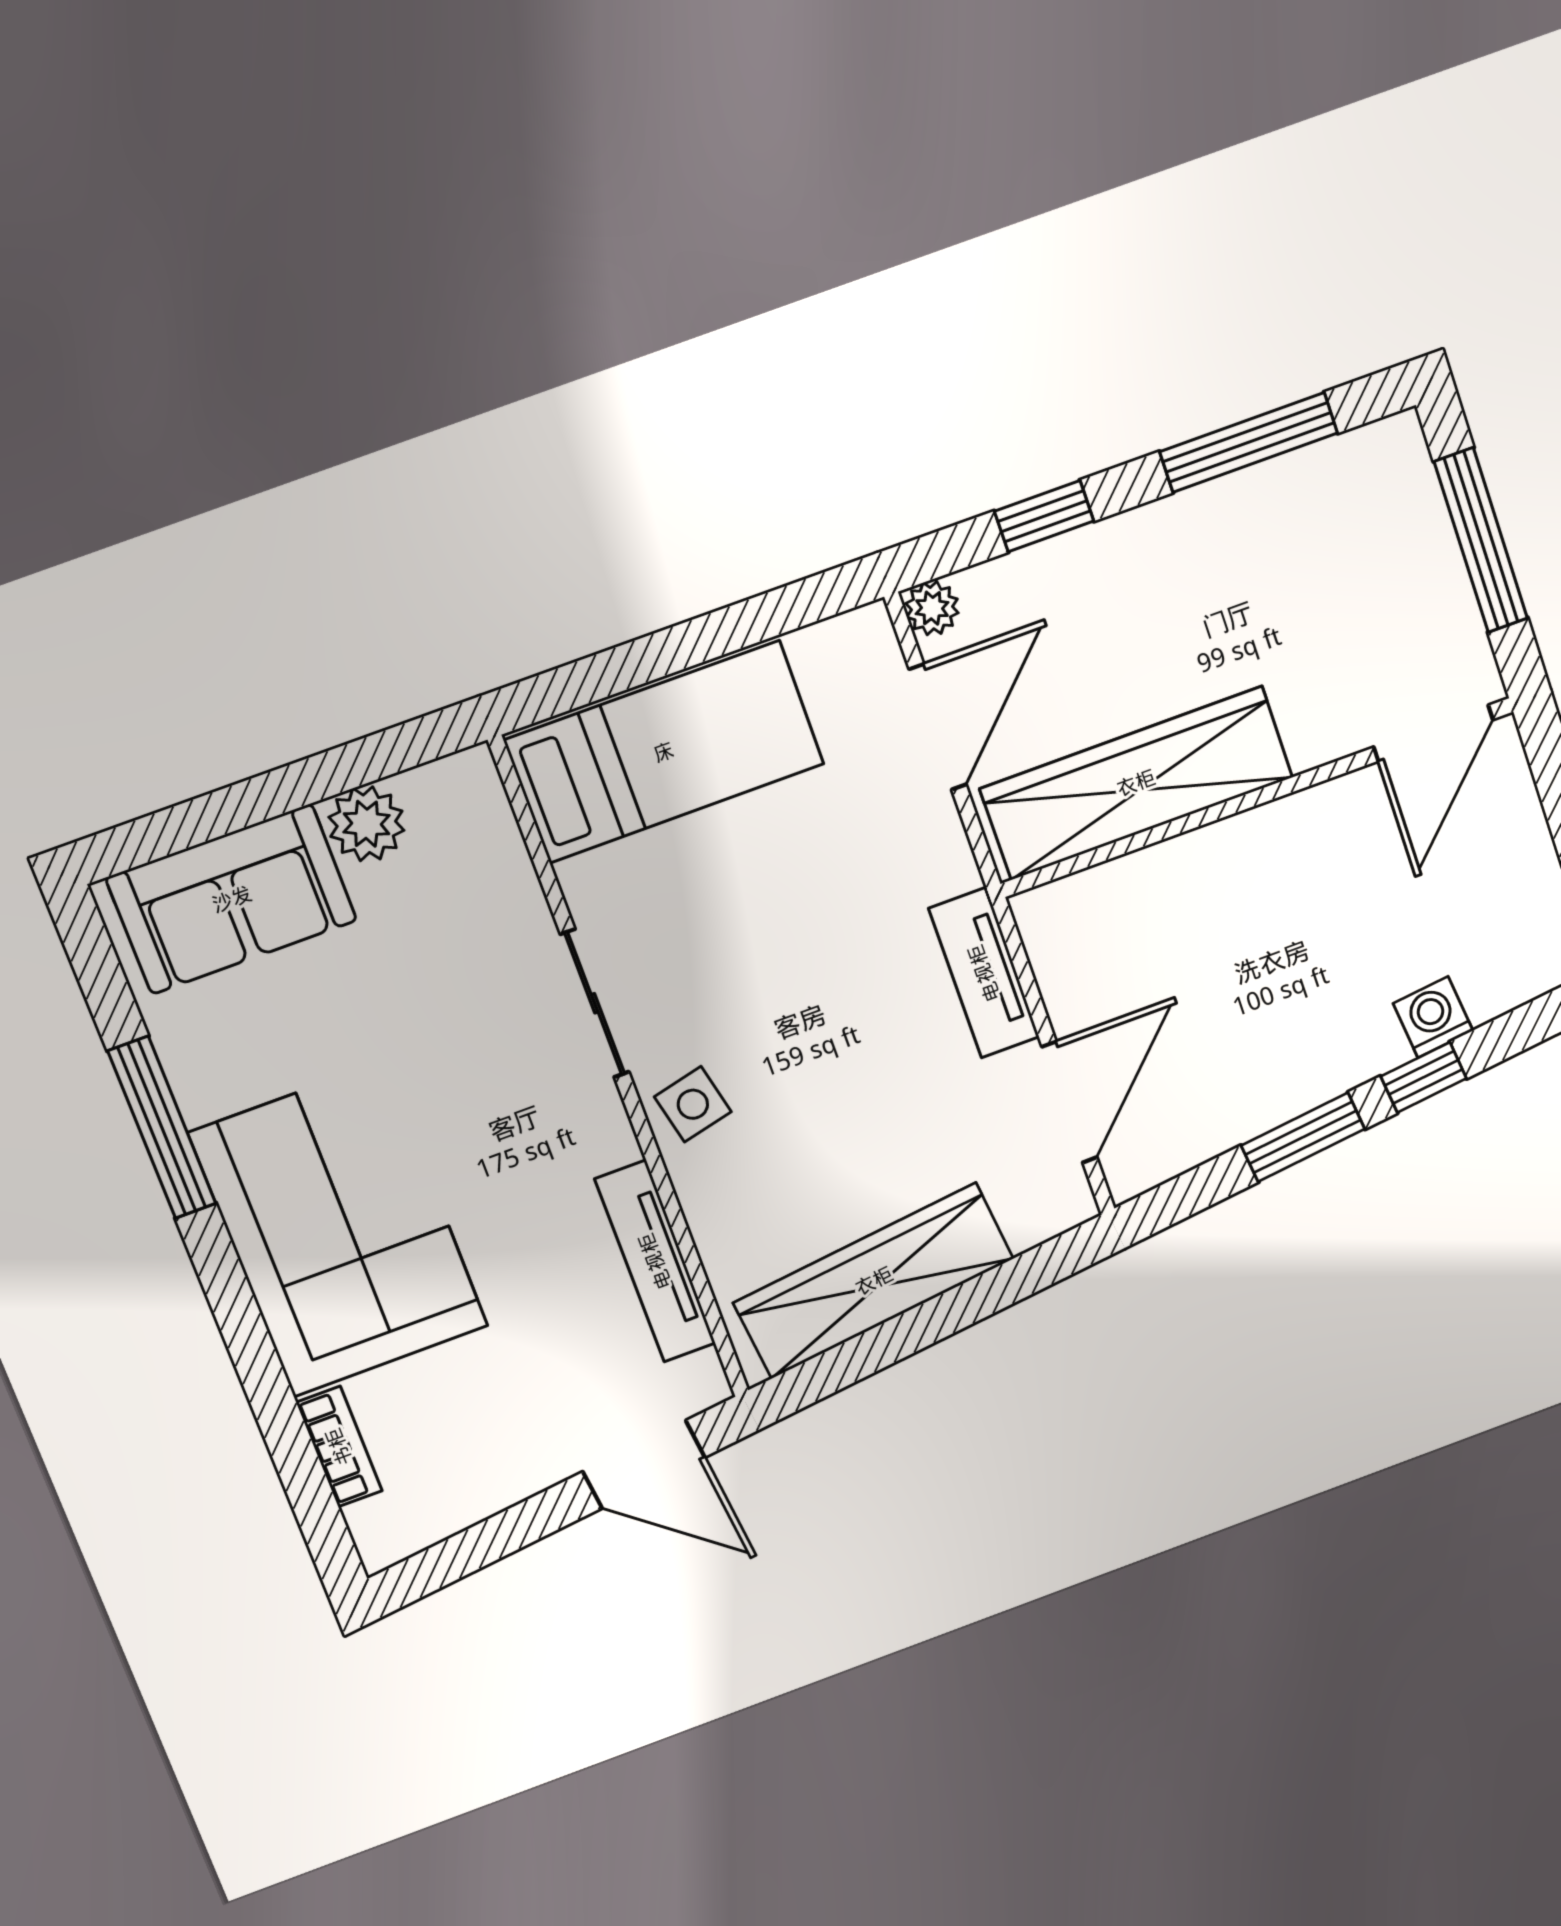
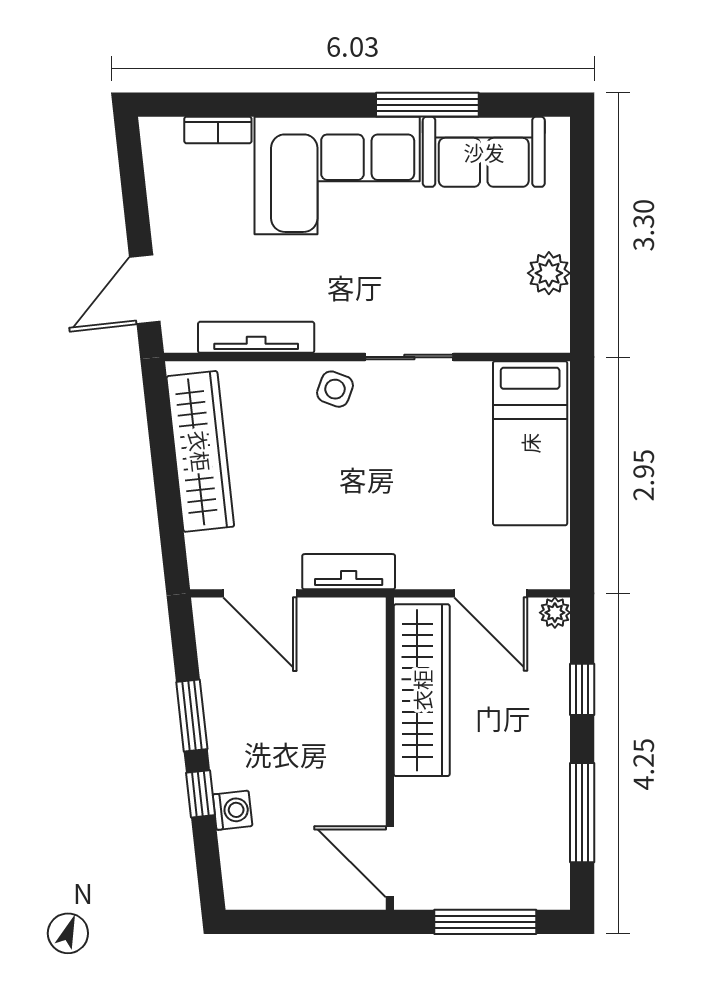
sofa: (232, 899) -> (484, 152), moved, turned -90
side table: (693, 1104) -> (335, 389), turned 33

